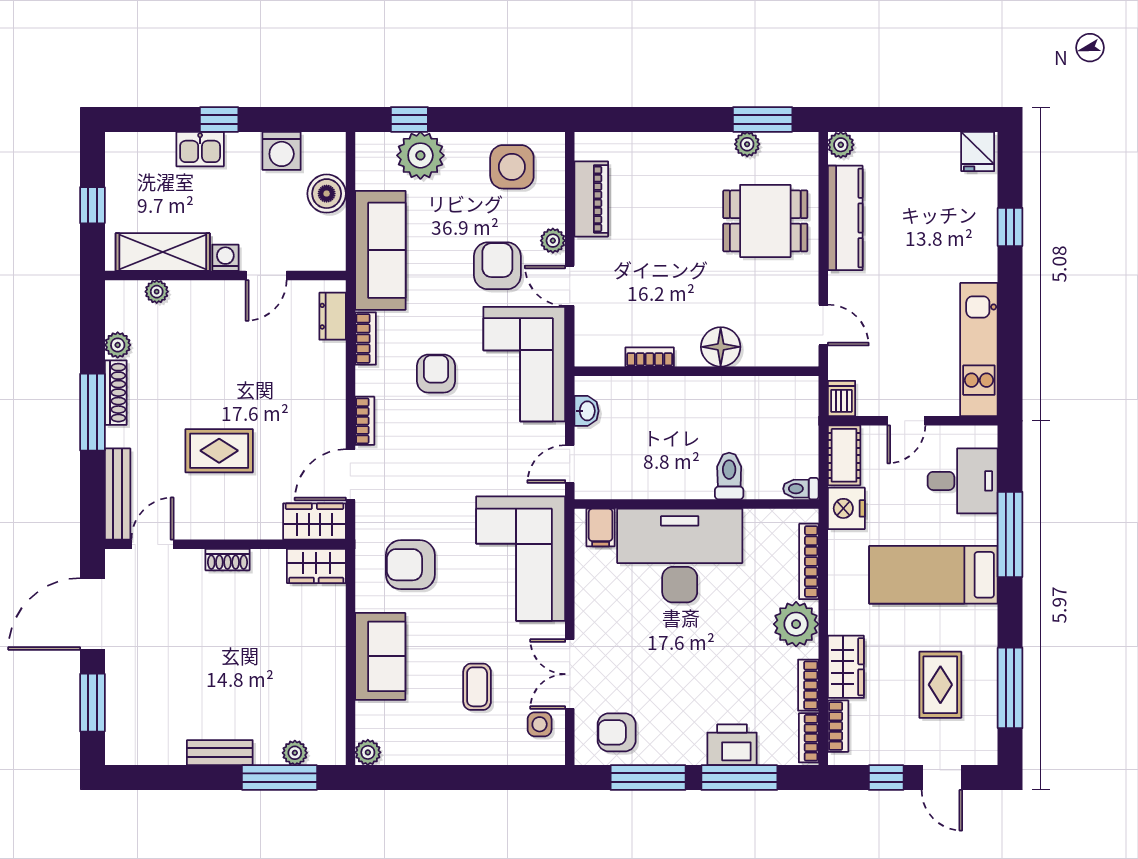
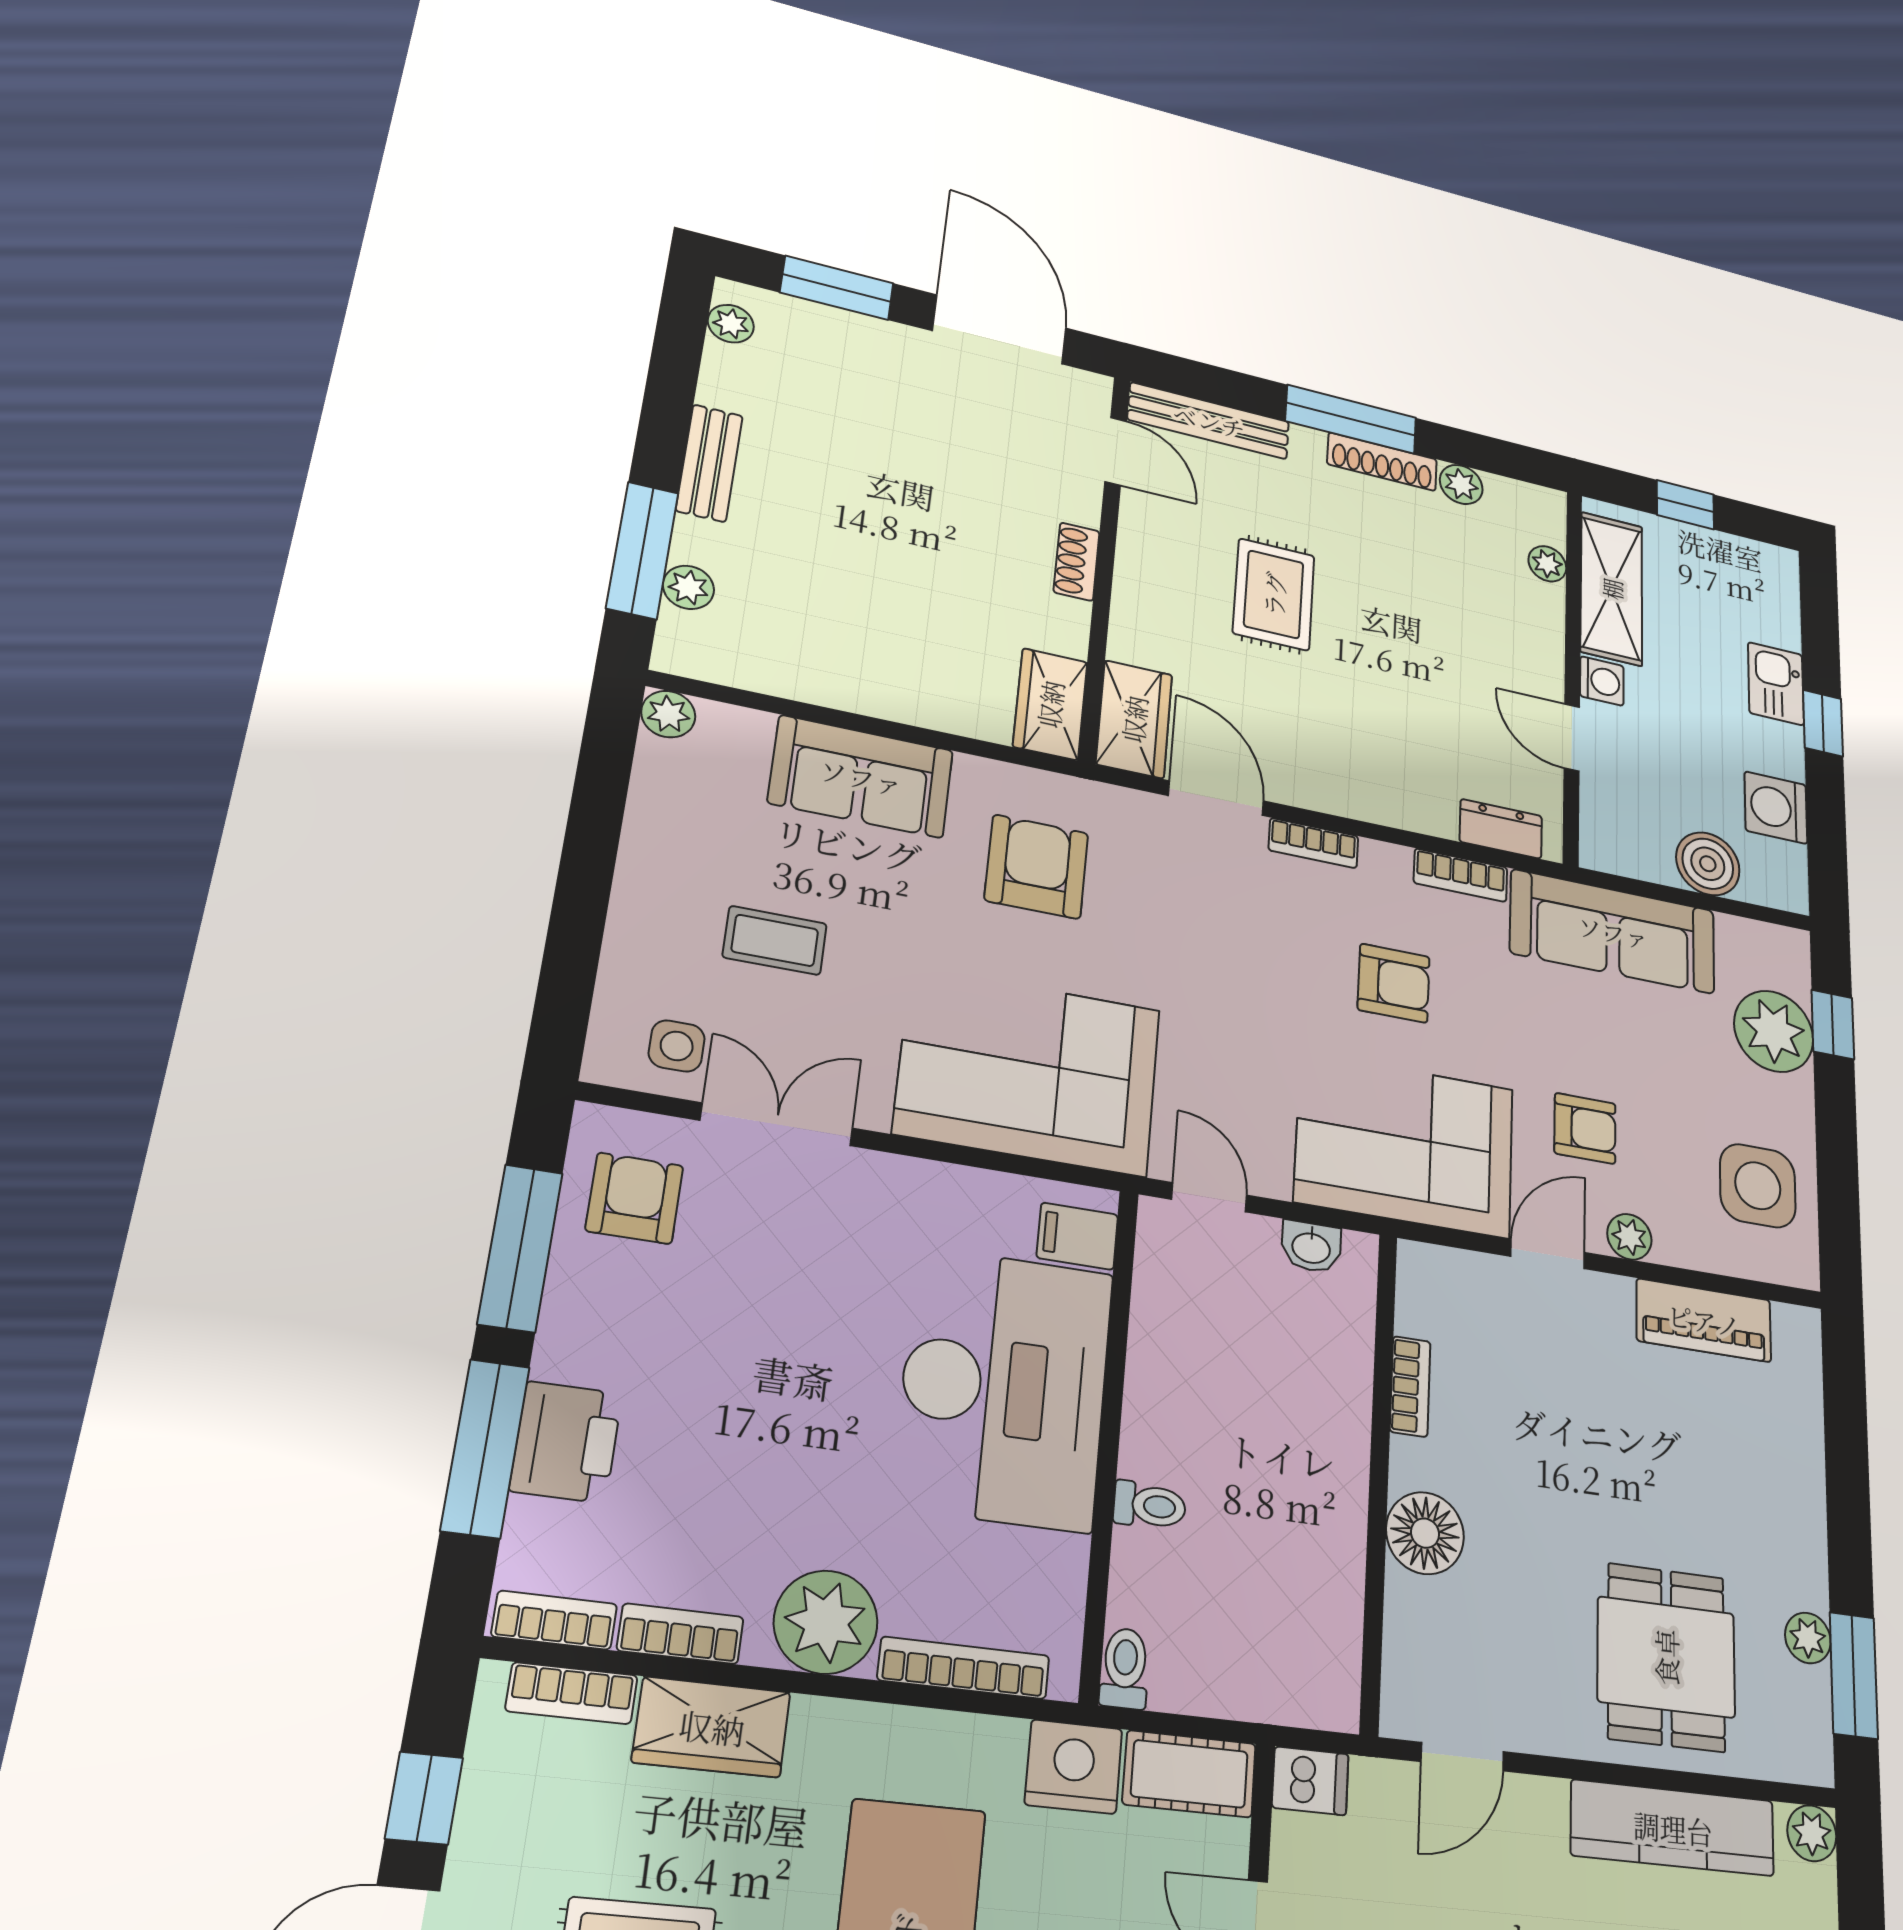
armchair: (497, 266) -> (1585, 1128), width x0.72, depth x0.72
toilet: (729, 476) -> (1150, 1505), width x0.73, depth x0.72
plant: (132, 753) -> (731, 324), added

